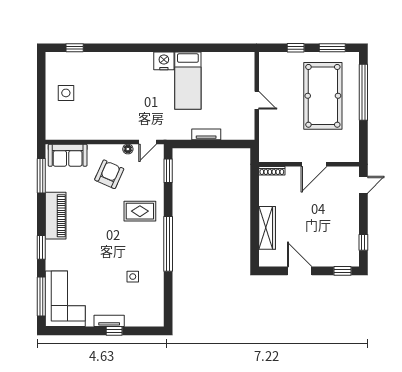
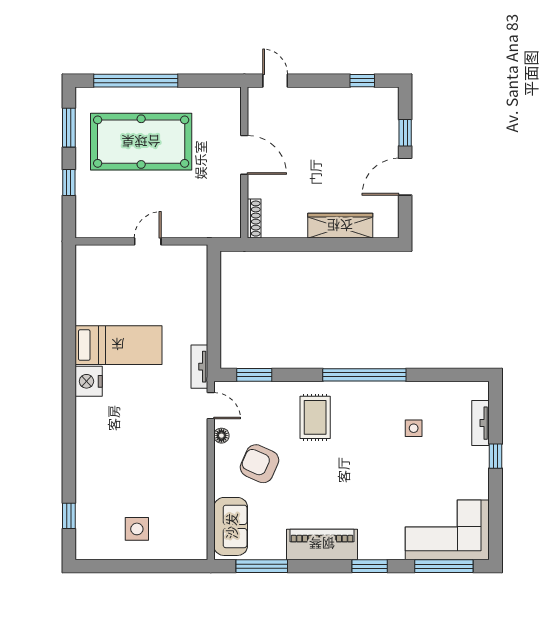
tv unit: (206, 134) -> (199, 367), moved
window: (343, 271) -> (405, 133), moved
tv unit: (109, 321) -> (481, 423), moved

